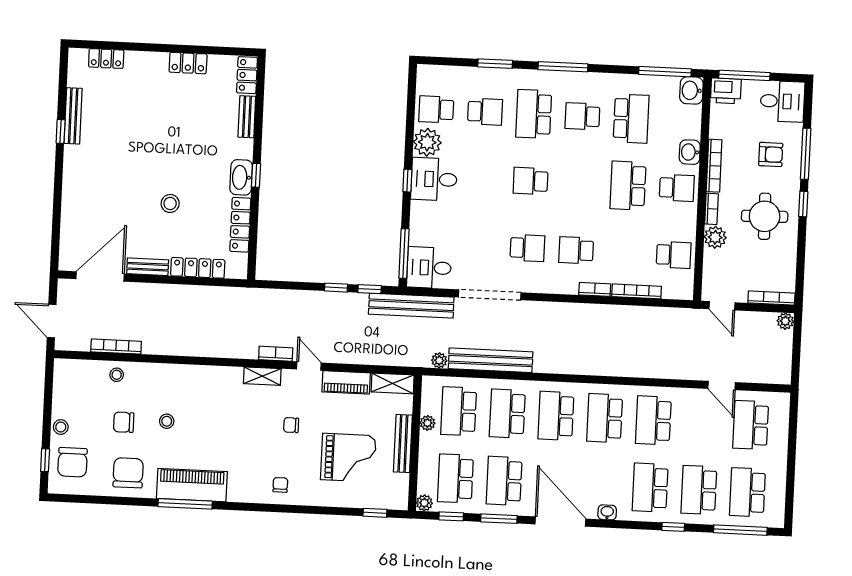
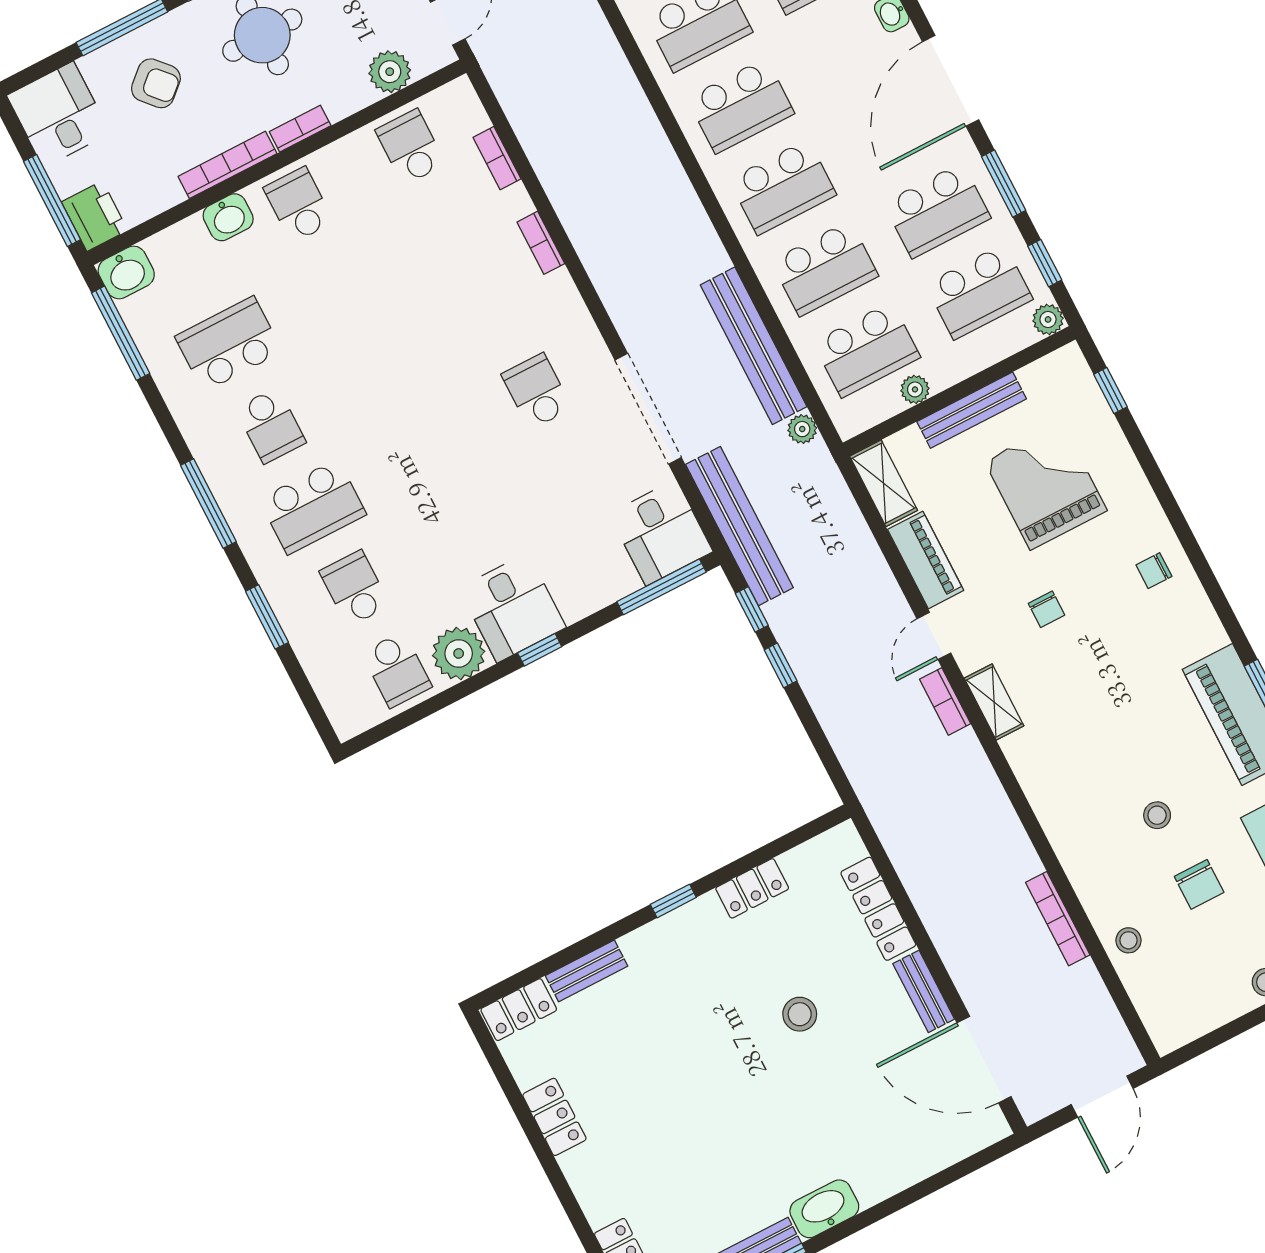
armchair: (771, 154) -> (156, 83), turned 138
washbasin: (241, 177) -> (824, 1209), moved, turned 180
school desk: (531, 181) -> (425, 449), removed
school desk: (628, 186) -> (341, 286), removed
locker: (240, 225) -> (752, 888), width x0.66
plant: (715, 237) -> (390, 72), moved
school desk: (576, 250) -> (495, 310), removed
bookcase: (637, 291) -> (497, 158), width x0.64
bookcase: (116, 347) -> (1058, 919), moved

